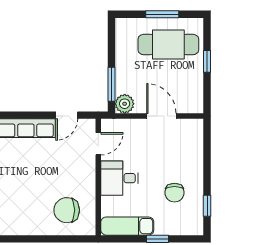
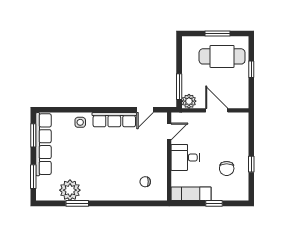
window: (207, 206) -> (251, 164), moved
chair: (67, 210) -> (145, 182), width x0.54, depth x0.54

